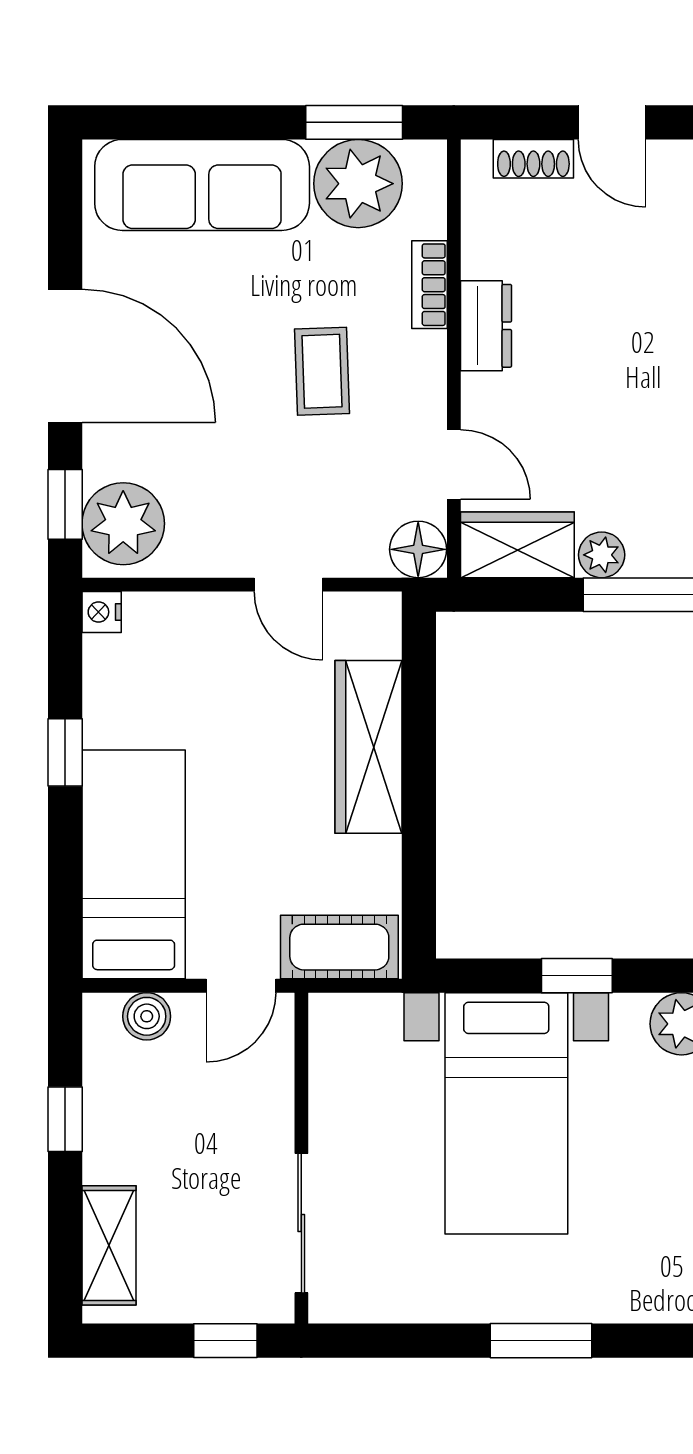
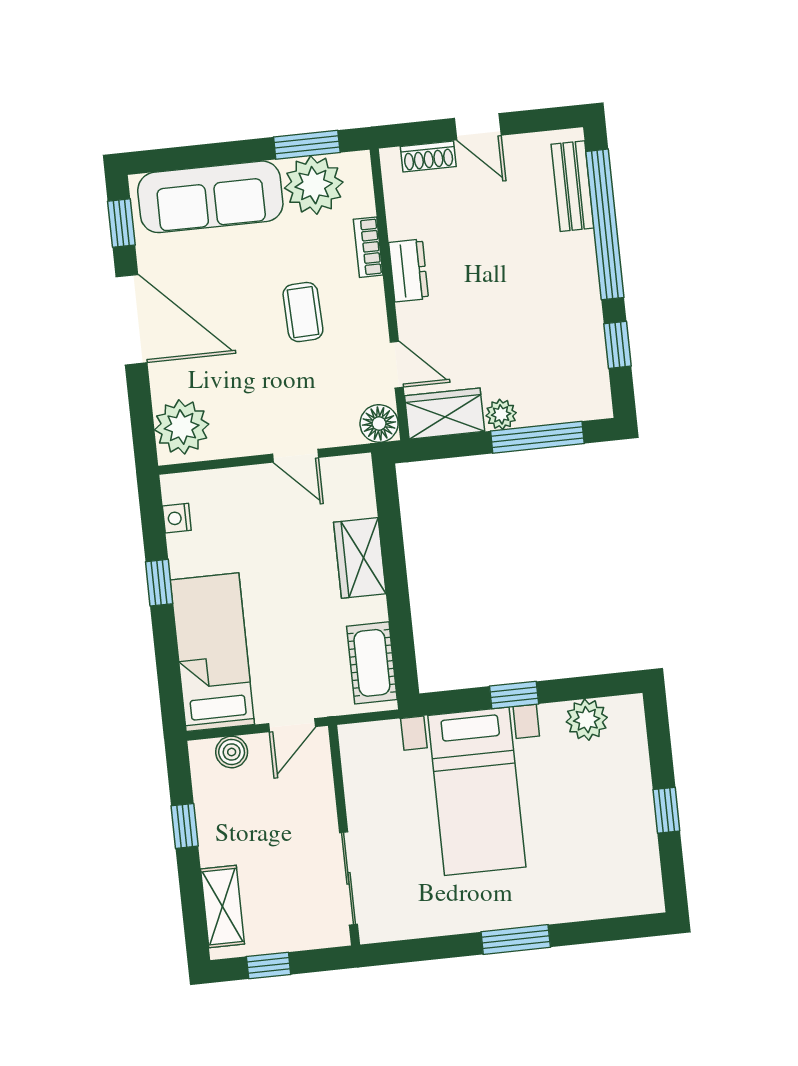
window: (65, 504) -> (121, 223), moved
nightstand: (102, 612) -> (177, 518), moved
wardrobe: (368, 747) -> (360, 558), width x0.67
cot: (339, 947) -> (372, 663), moved, turned 90
window: (225, 1341) -> (269, 965), moved

